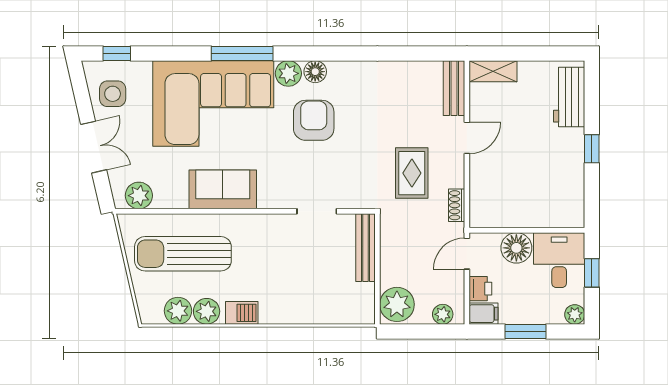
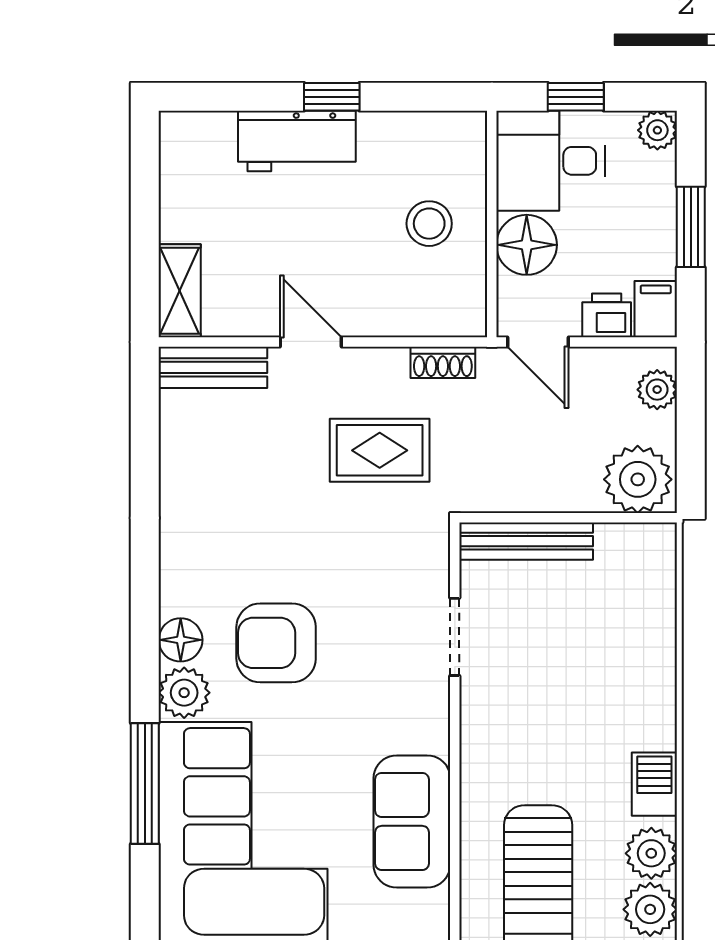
workbench: (569, 97) -> (297, 141), moved
stool: (527, 198) -> (429, 224), added

